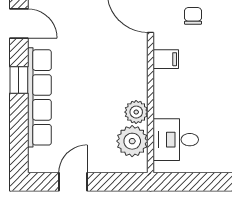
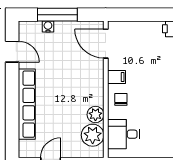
chair: (193, 16) -> (121, 99), moved
window: (19, 80) -> (12, 92), removed

